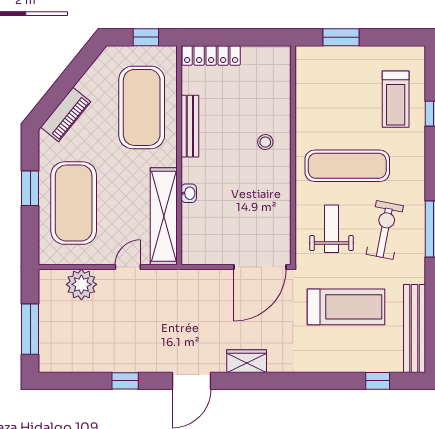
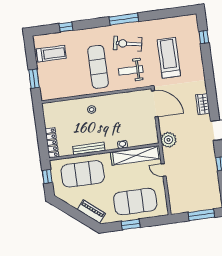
treadmill: (396, 99) -> (51, 54), moved
plant: (81, 284) -> (168, 140), moved
bench: (415, 329) -> (175, 22), removed

